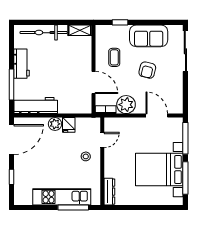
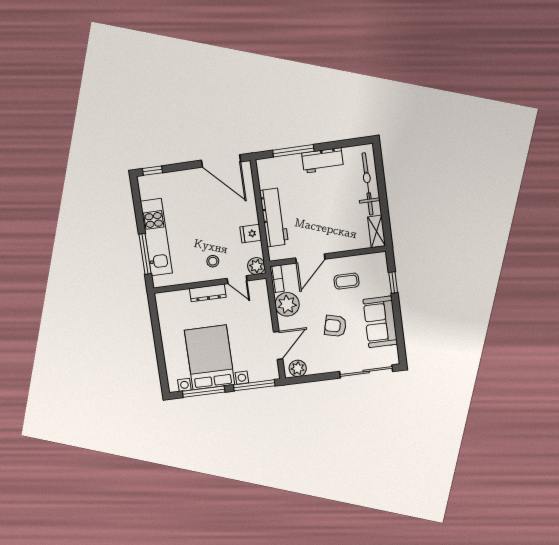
plant: (176, 103) -> (298, 368), added
workbench: (36, 106) -> (274, 217), moved
plant: (55, 124) -> (256, 266), moved
window: (11, 177) -> (152, 171), moved
dresser: (109, 192) -> (208, 293), moved

